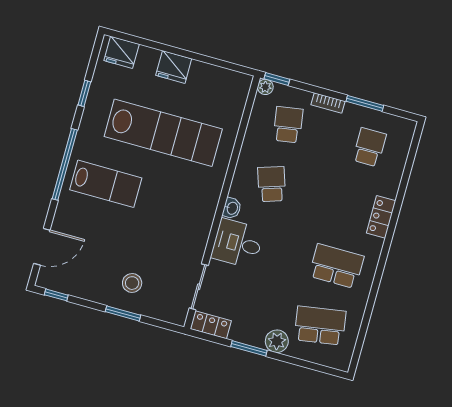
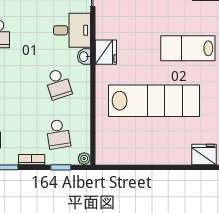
fridge: (174, 67) -> (106, 52), moved, turned 90
window: (277, 79) -> (61, 167), moved
lab bench: (163, 133) -> (154, 101), turned 180

